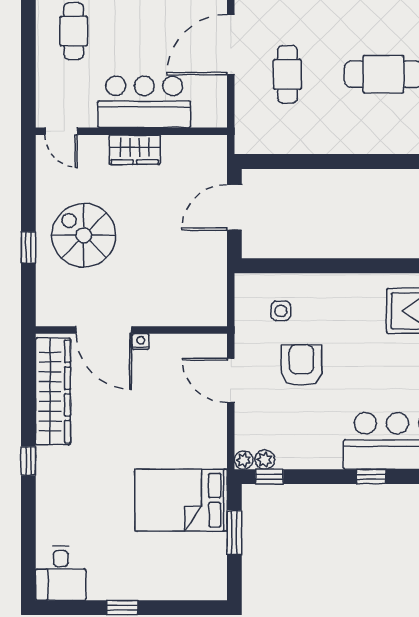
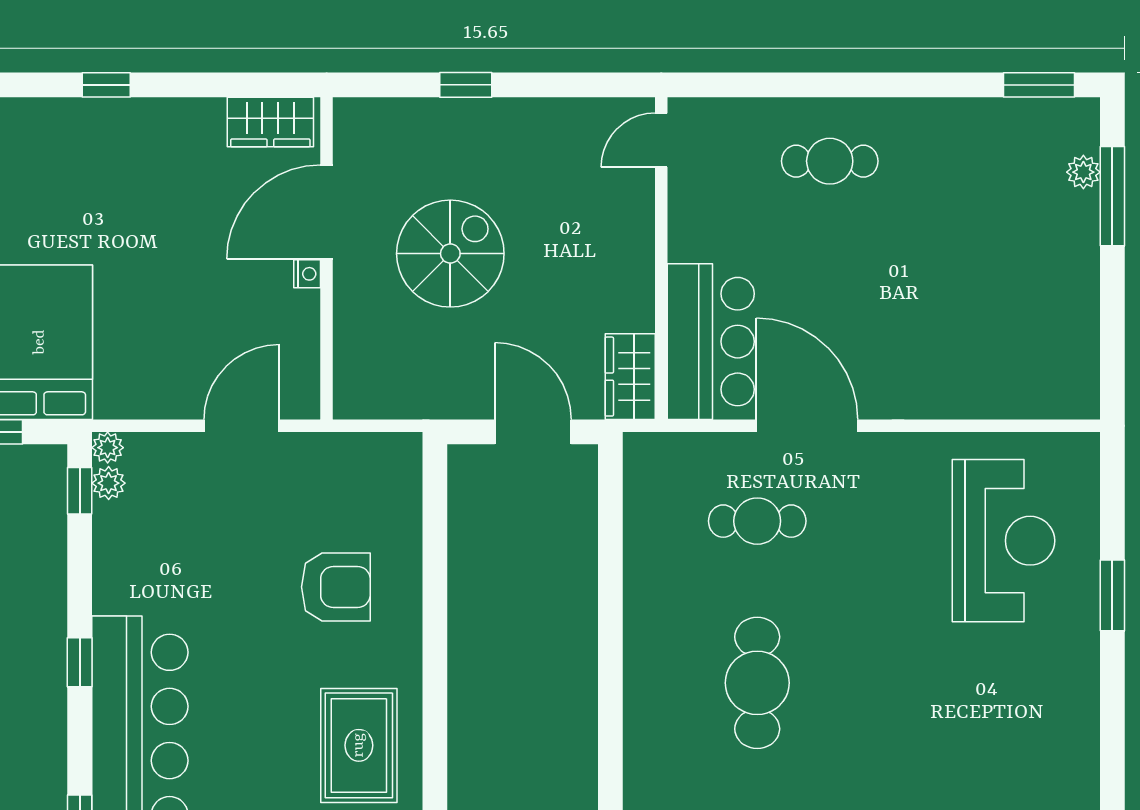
bar counter: (144, 102) -> (711, 342), moved
wardrobe: (135, 150) -> (630, 377), moved
spiral stairs: (84, 235) -> (450, 254), moved
side table: (281, 311) -> (359, 510), removed
armchair: (301, 365) -> (336, 587), moved
wardrobe: (53, 391) -> (270, 122), width x0.48, depth x0.85

